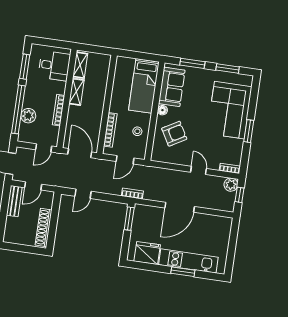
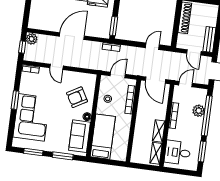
plant: (231, 185) -> (32, 39), moved
door: (33, 186) -> (194, 52), swing flipped

